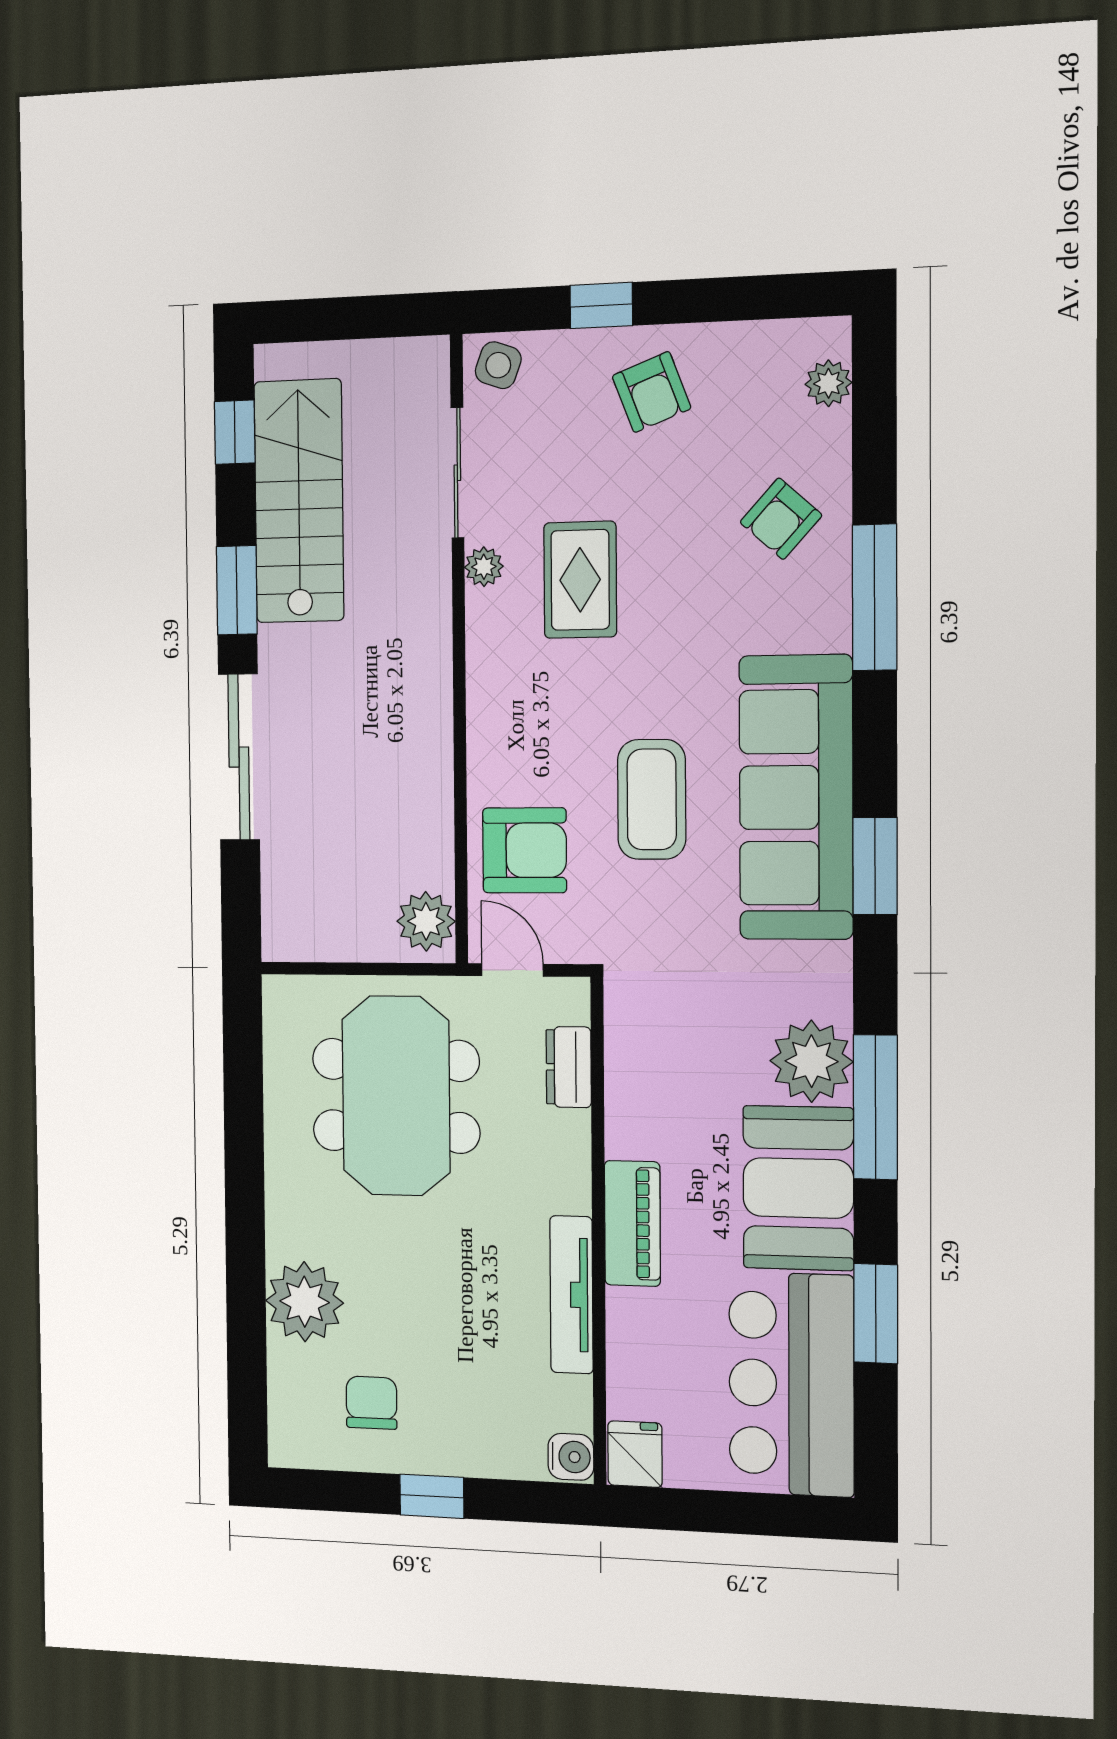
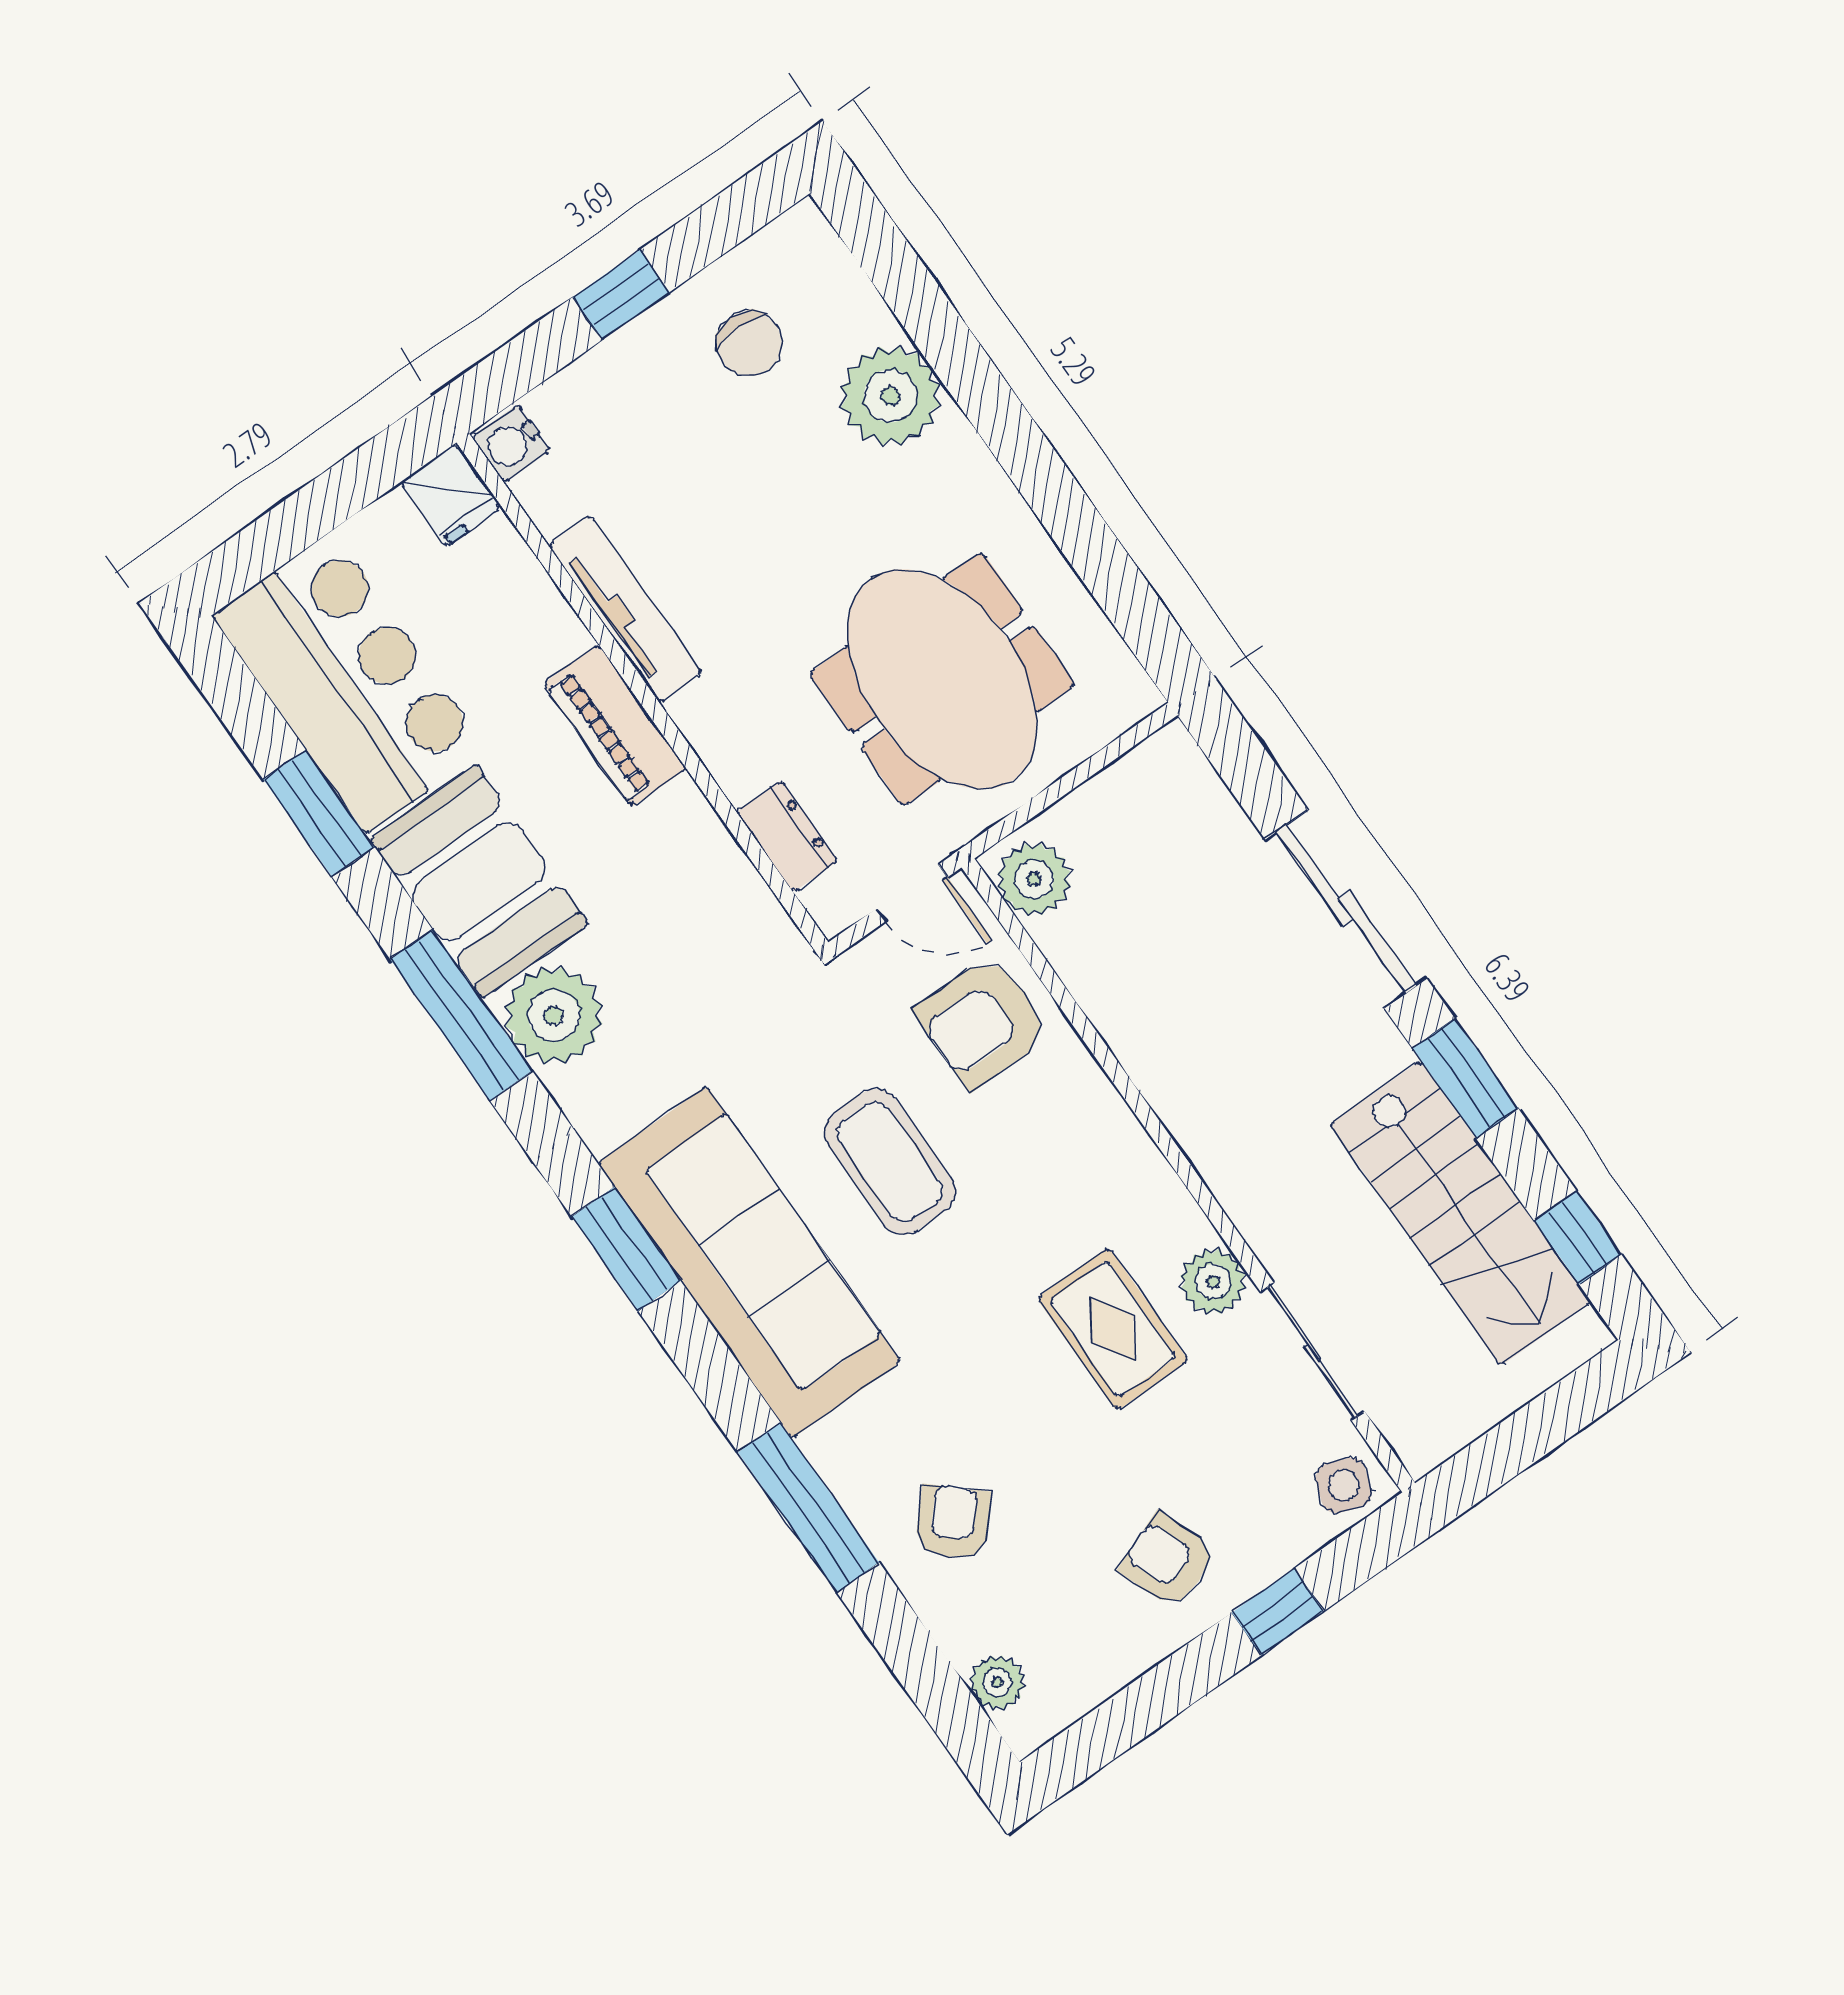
plant: (484, 567) -> (1213, 1281), width x1.38, depth x1.38

